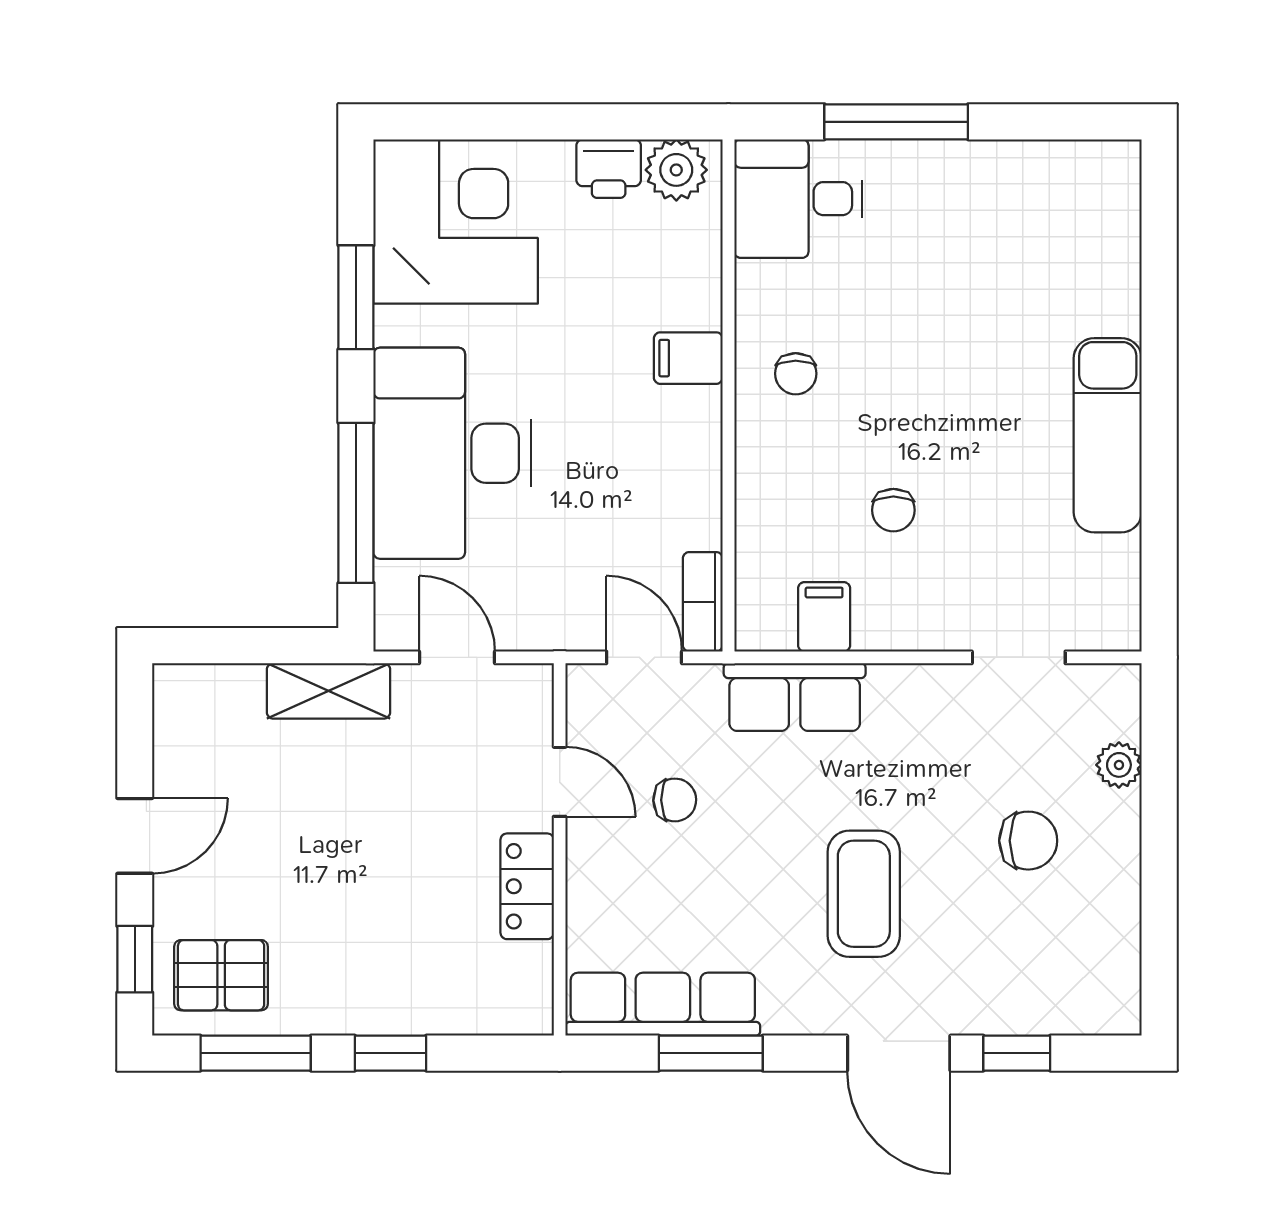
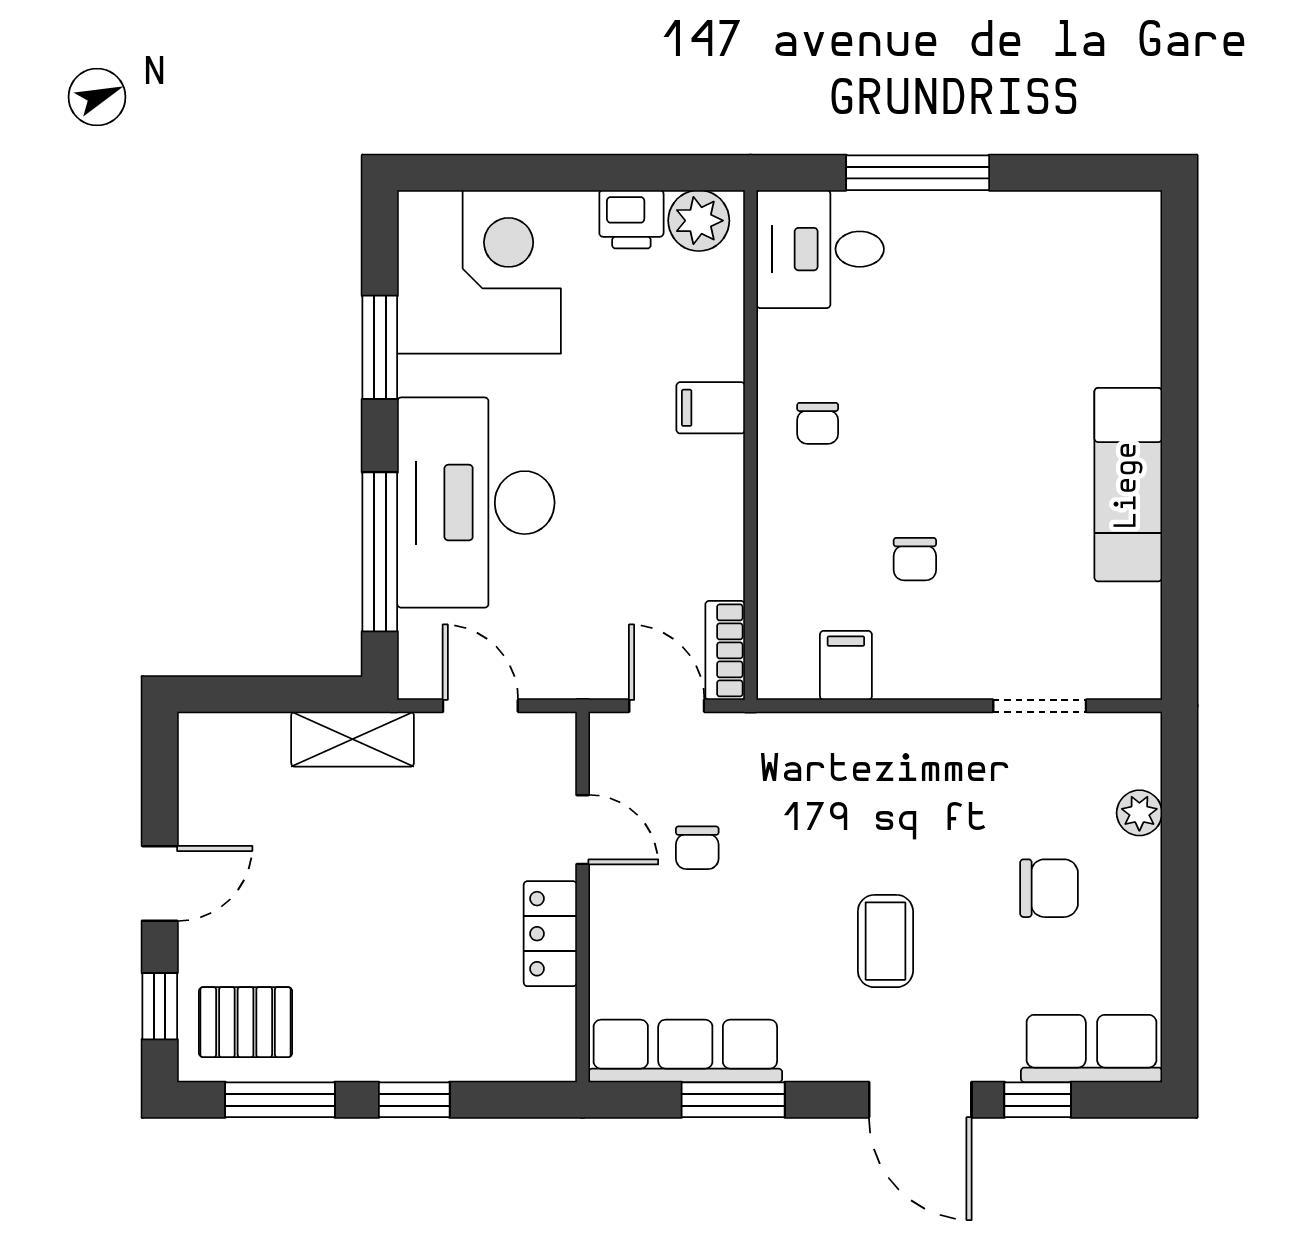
row of seats: (795, 697) -> (1091, 1049), moved, turned 180
chair: (675, 800) -> (697, 848), turned 91
coffee table: (864, 894) -> (885, 941), width x0.73, depth x0.77

